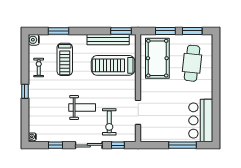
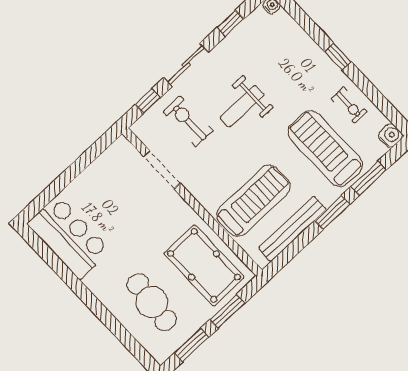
window: (121, 31) -> (332, 212), moved
treadmill: (65, 59) -> (325, 148), width x1.37, depth x1.38
window: (183, 145) -> (62, 182), removed

